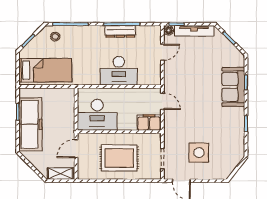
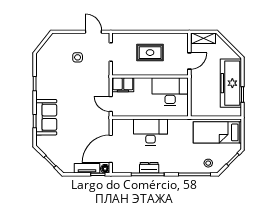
dresser: (120, 31) -> (149, 168), width x0.70
tv unit: (194, 31) -> (87, 168), width x0.71
door: (162, 52) -> (111, 149), width x1.87
side table: (199, 153) -> (78, 57), width x0.54, depth x0.54
rug: (119, 158) -> (150, 53), width x0.73, depth x0.70

